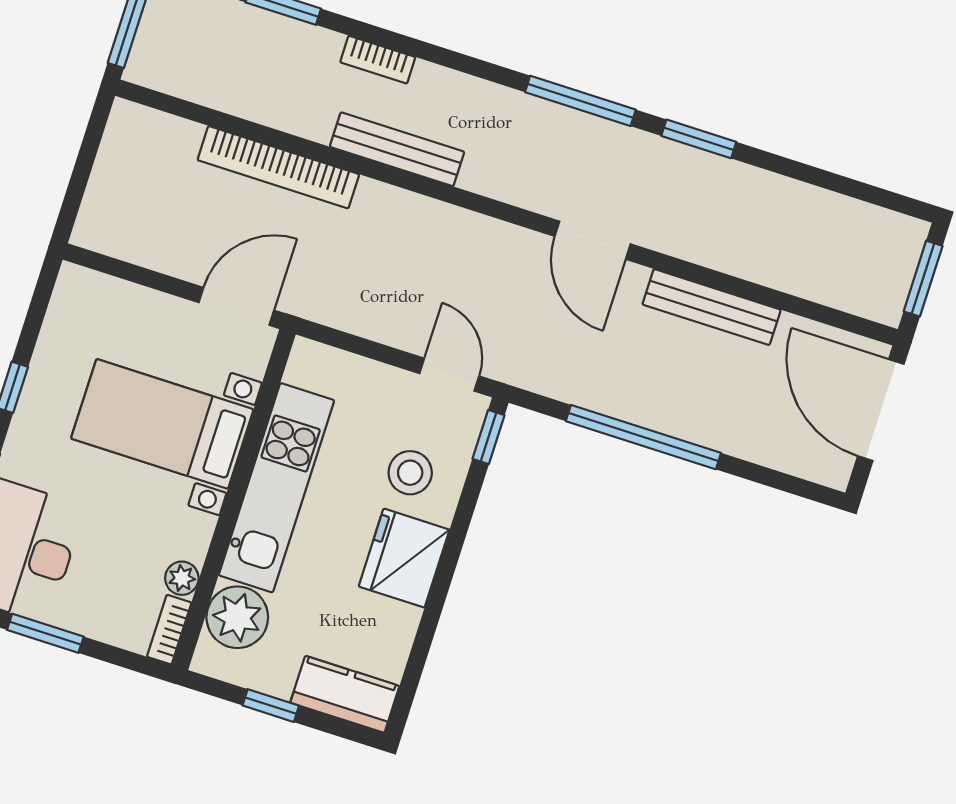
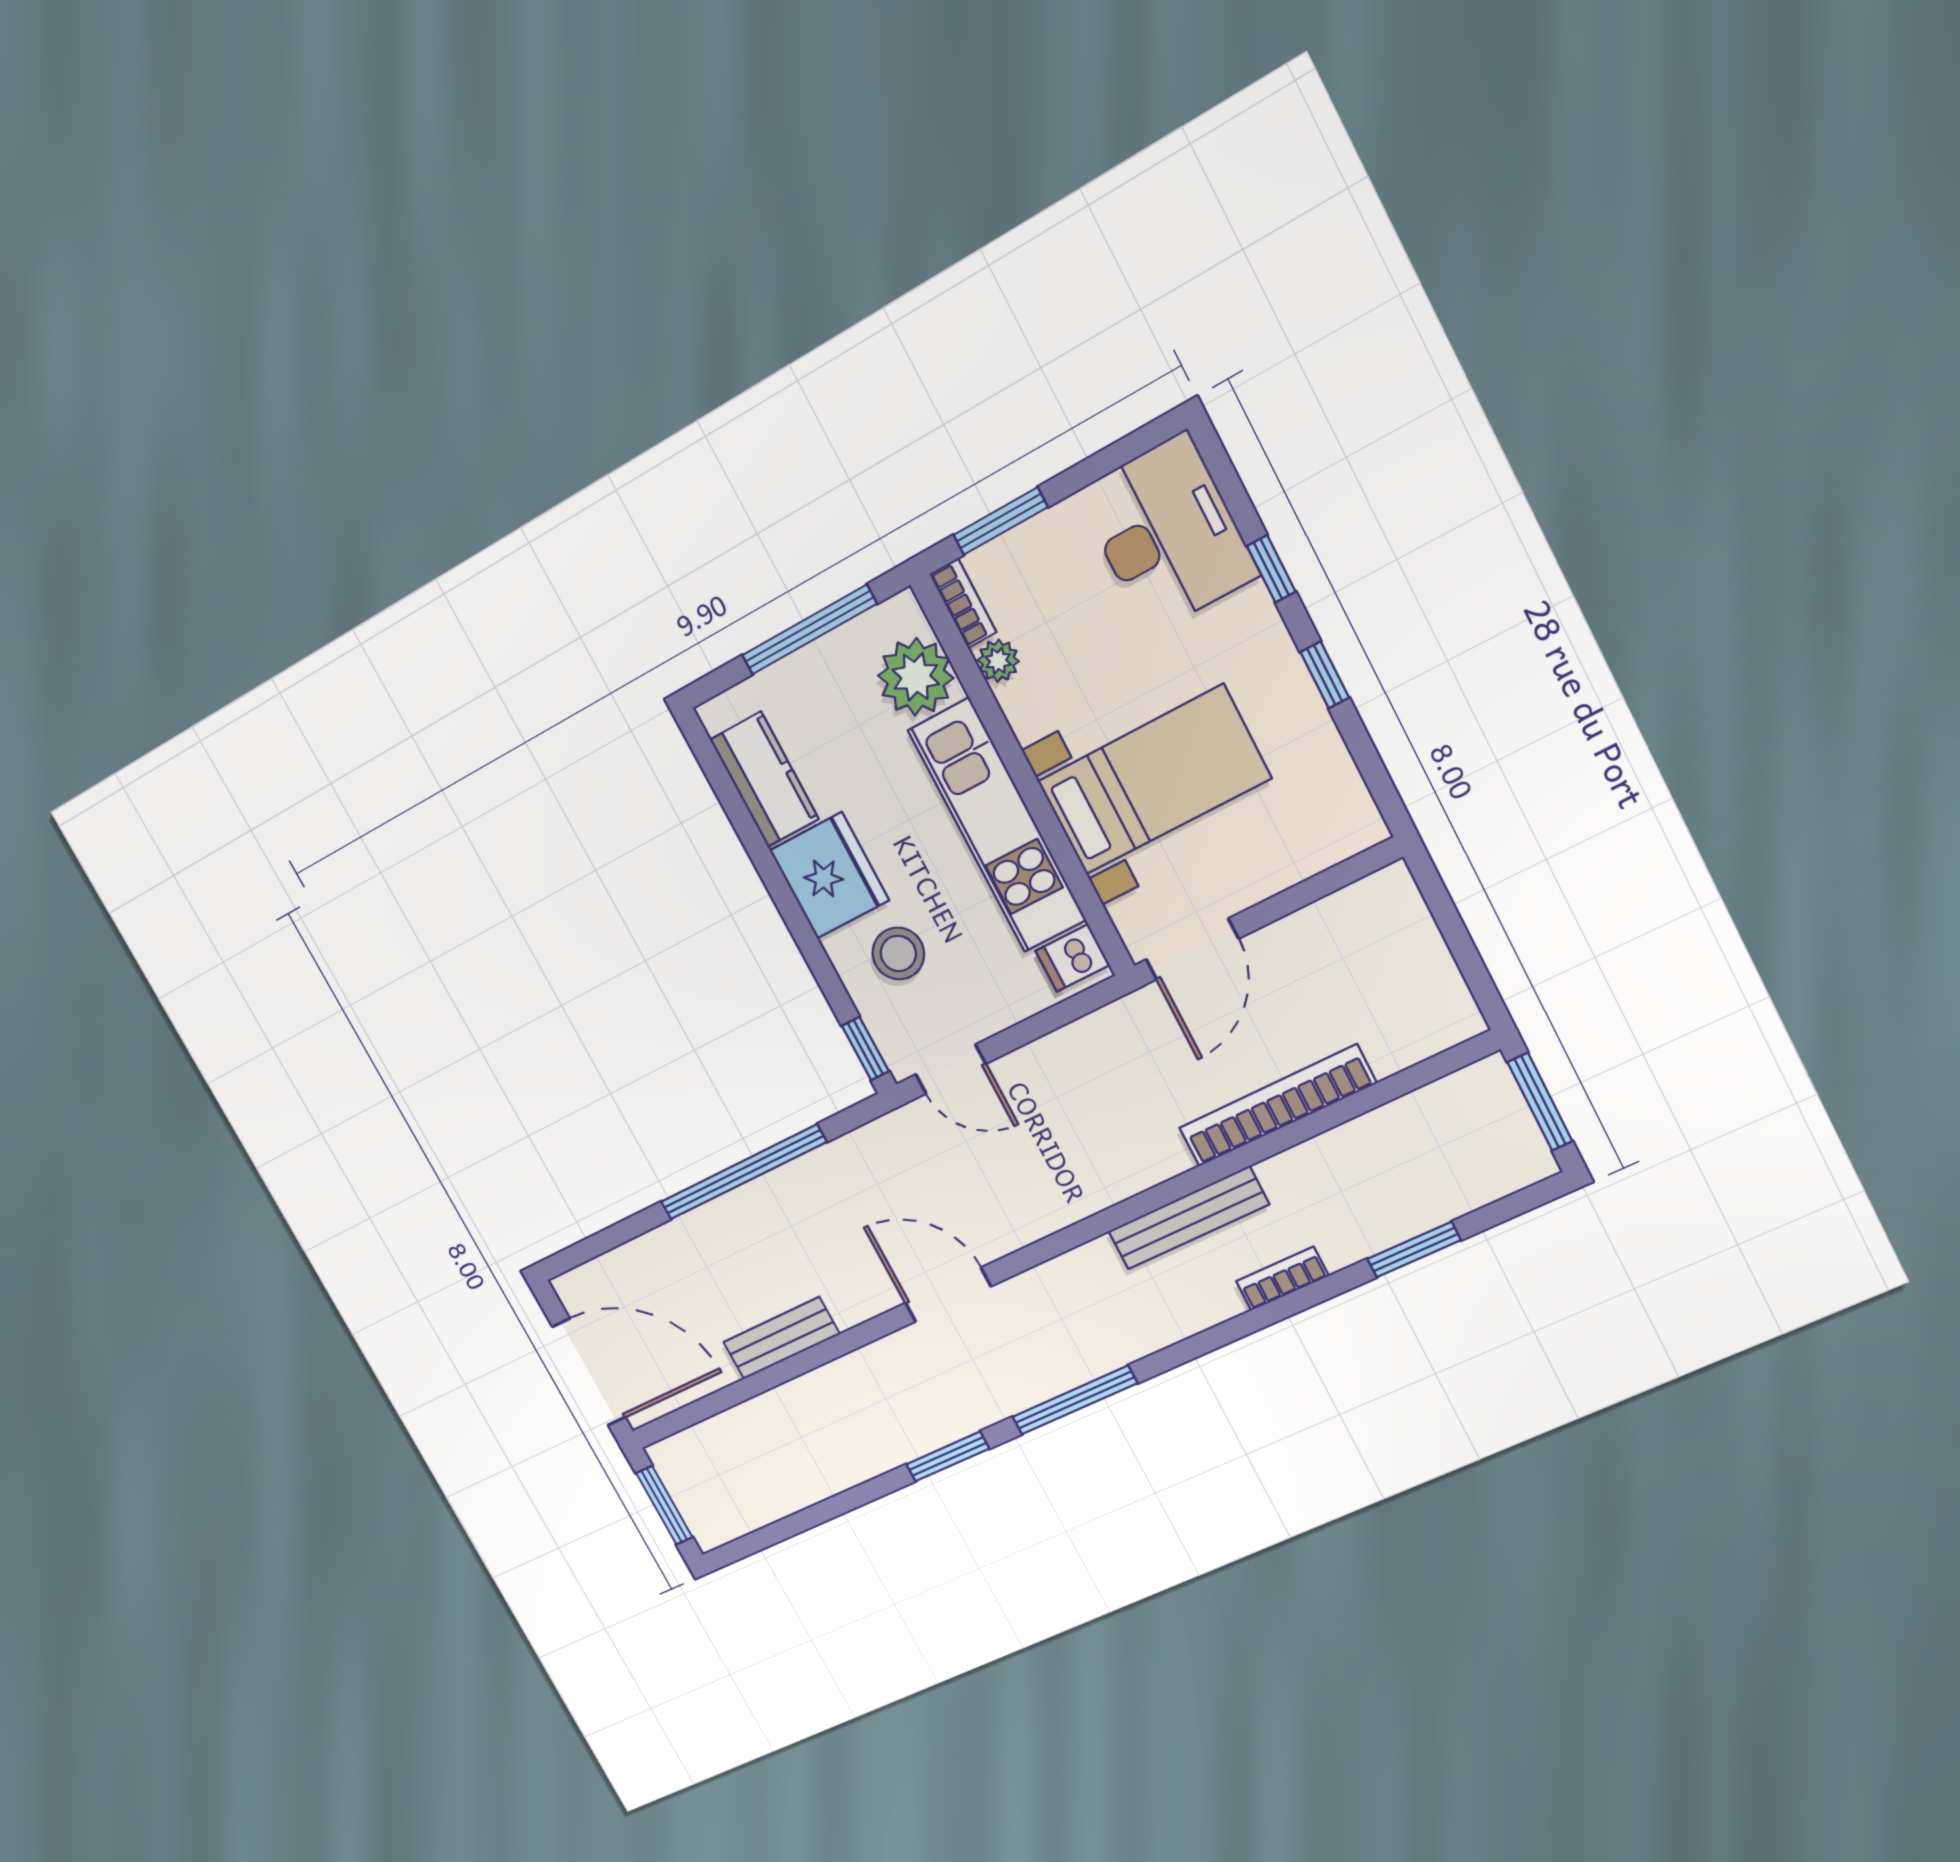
bench: (712, 307) -> (781, 1338), width x0.73
dishwasher: (310, 369) -> (1073, 958), added
window: (45, 633) -> (1000, 521), moved
kitchen counter: (345, 694) -> (764, 779), moved, turned -90
window: (271, 706) -> (809, 630), width x2.17

